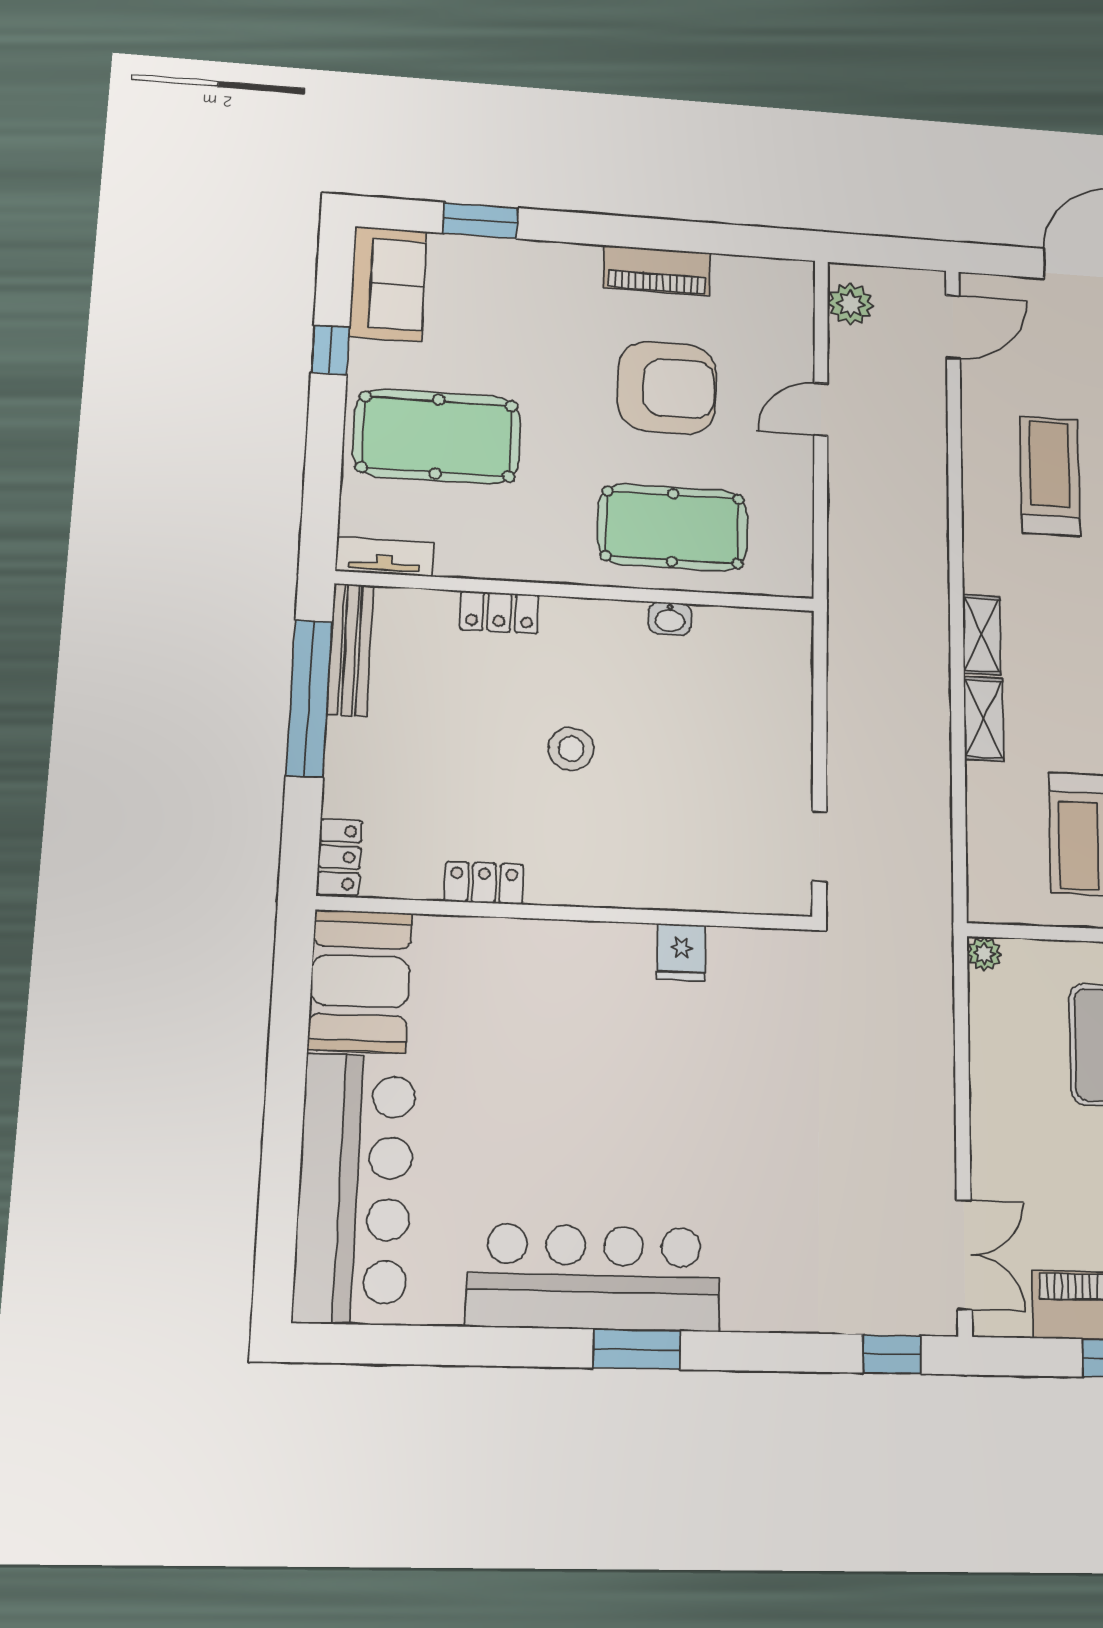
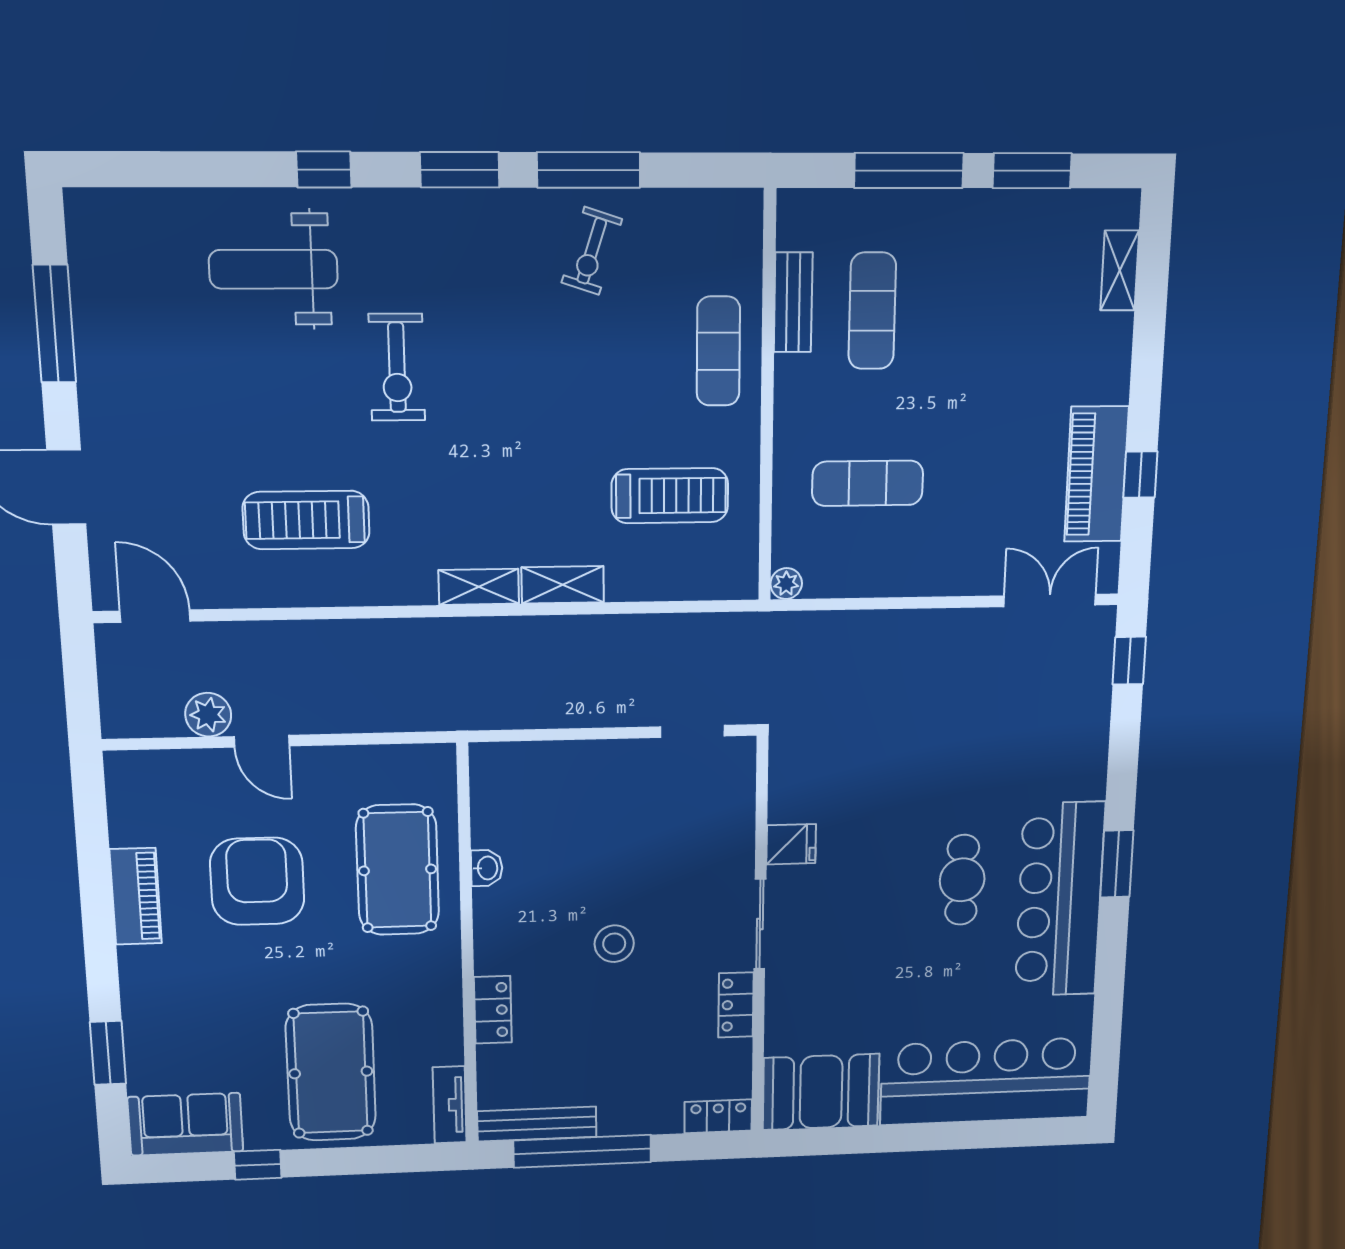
plant: (850, 304) -> (208, 715), moved
sliding door: (585, 914) -> (760, 924), added
cafe table: (626, 1155) -> (962, 880), added

